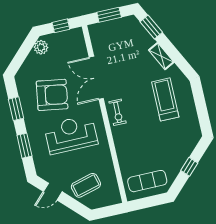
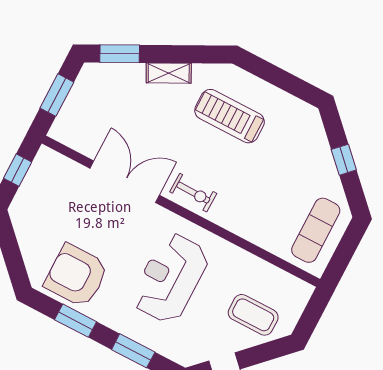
plant: (41, 47) -> (23, 220), removed
double door: (96, 78) -> (125, 182), swing flipped
armchair: (52, 95) -> (76, 276), moved, turned -99
coffee table: (86, 185) -> (253, 315), turned -75

